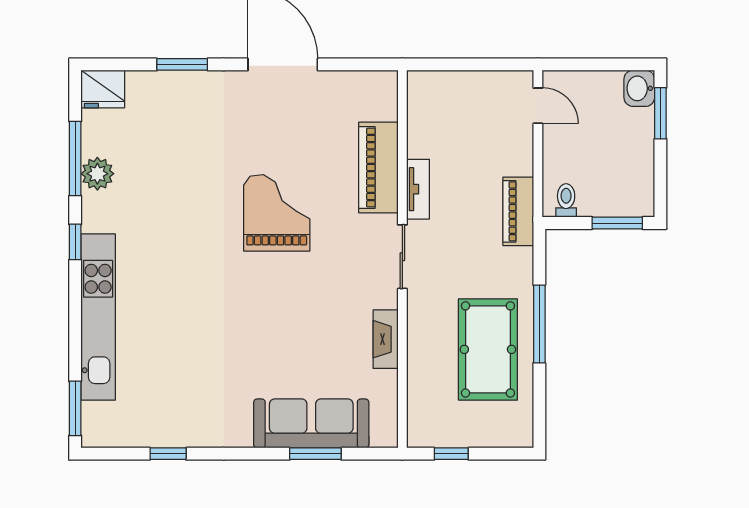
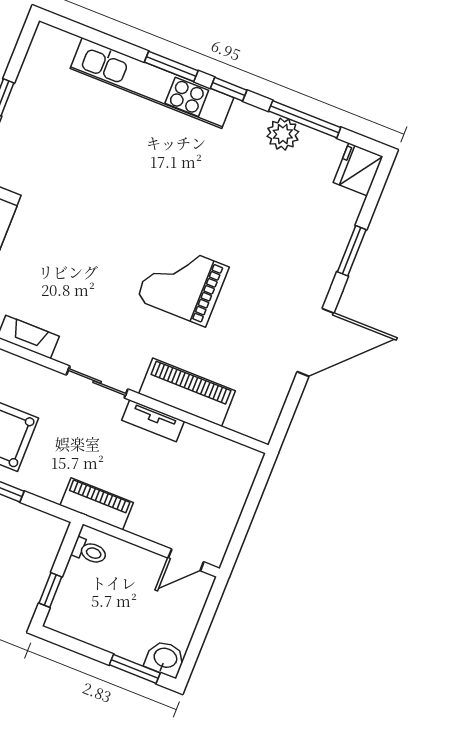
grand piano: (277, 213) -> (183, 283), turned 180
window: (617, 223) -> (50, 590), width x0.67
window: (75, 408) -> (171, 66), moved

